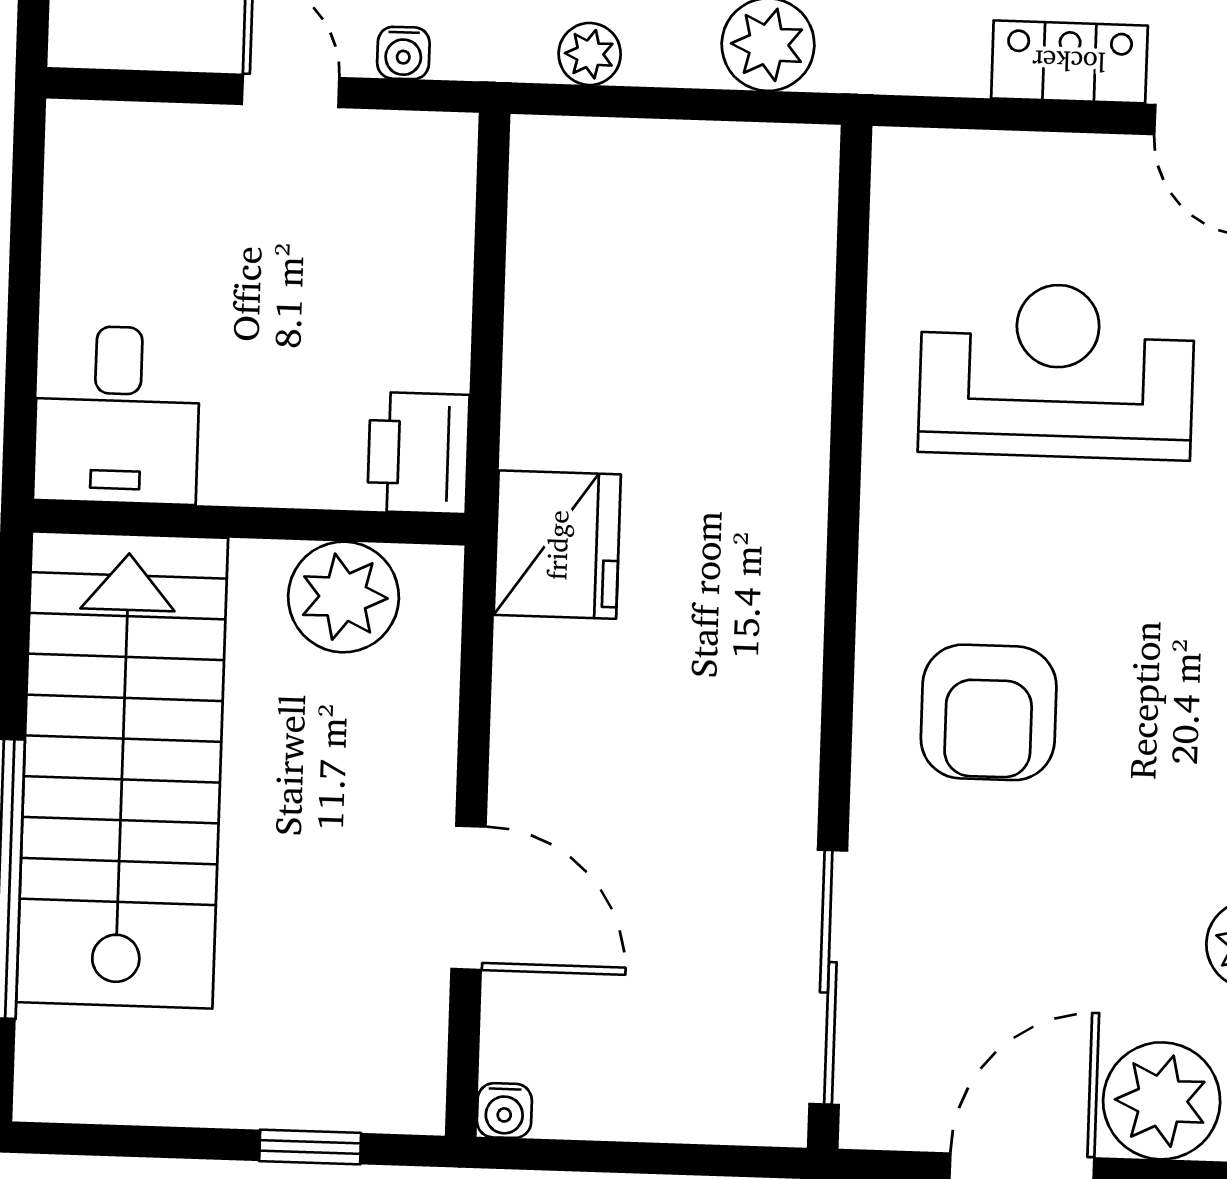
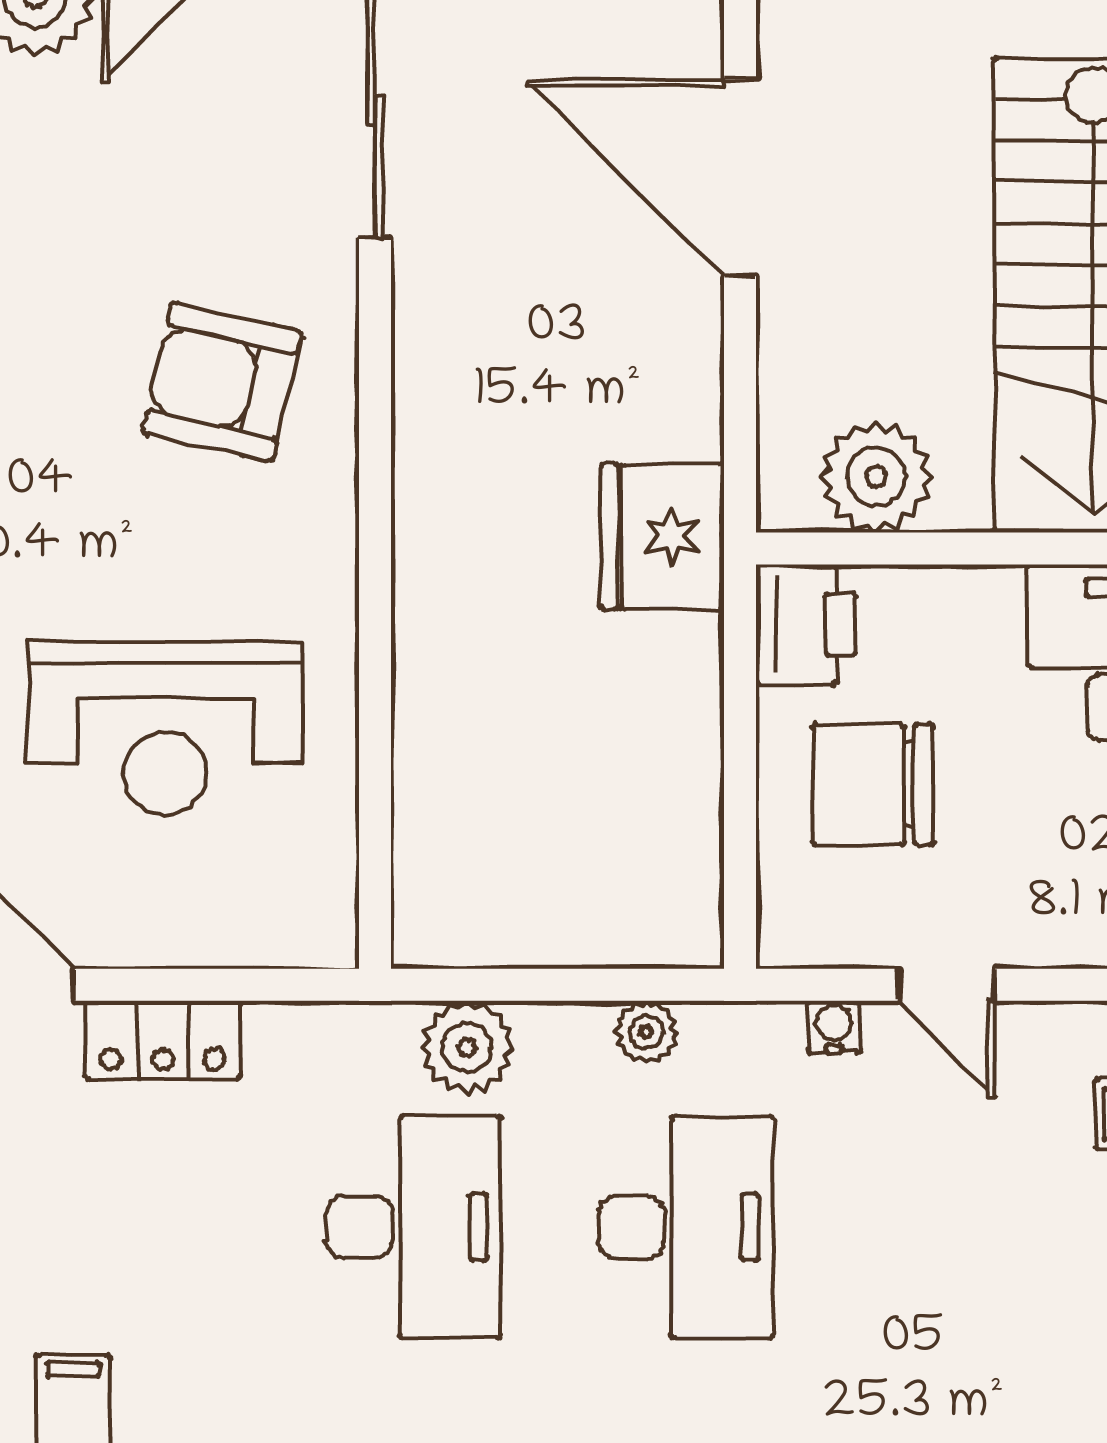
chair: (357, 292) -> (873, 784), added
armchair: (989, 712) -> (222, 382), turned -77
door: (469, 898) -> (740, 178), width x1.36

